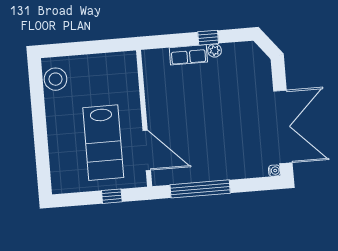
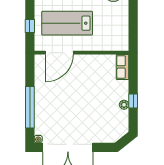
row of seats: (188, 55) -> (123, 67), moved
window: (200, 189) -> (30, 107), moved

